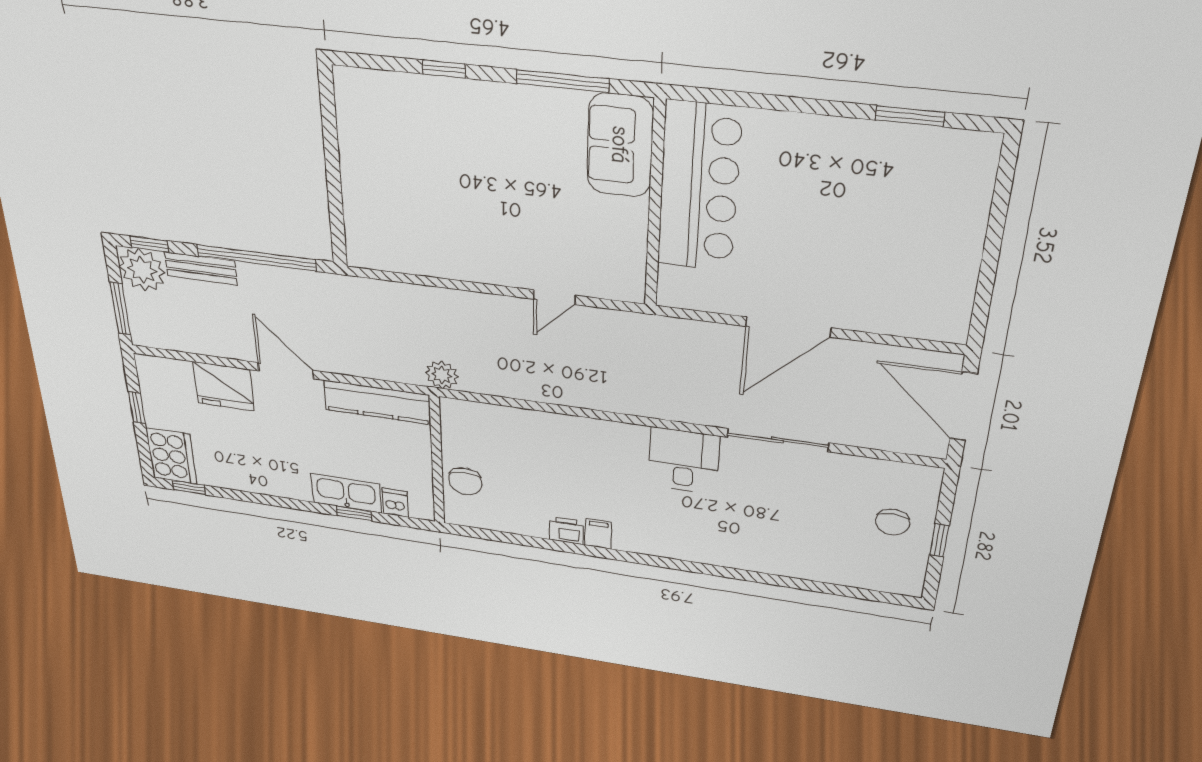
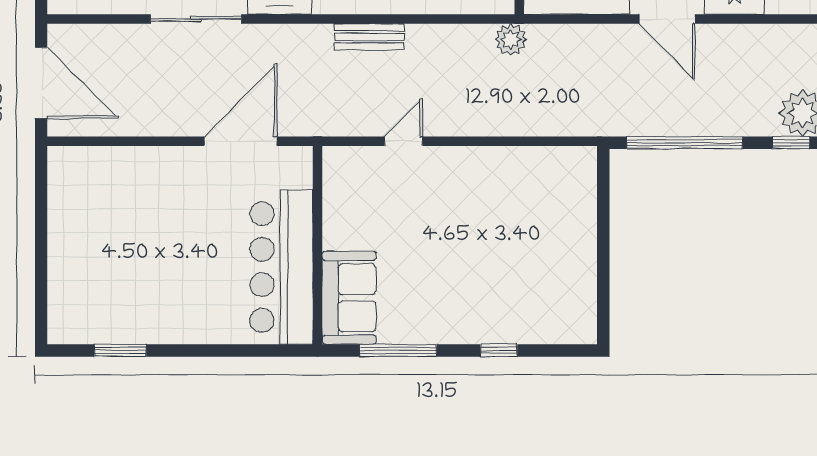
bench: (201, 268) -> (369, 37), moved
door: (788, 327) -> (241, 141), moved

